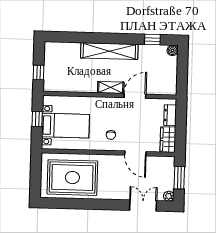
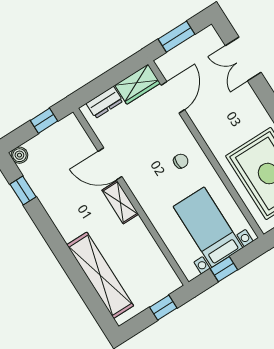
shelving: (109, 51) -> (100, 275), moved
window: (182, 76) -> (44, 121), added
door: (135, 153) -> (173, 97), moved
plant: (169, 196) -> (209, 34), removed

